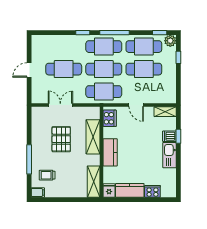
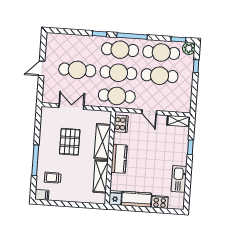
dishwasher: (169, 136) -> (181, 146), removed
kitchen sink: (170, 155) -> (179, 179), moved
shelving: (94, 182) -> (101, 176), moved

